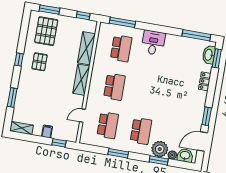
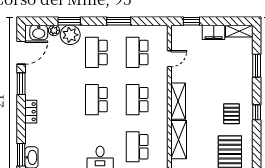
locker: (205, 81) -> (31, 112), moved
school desk: (148, 93) -> (96, 100), added
filing cabinet: (47, 131) -> (214, 32), width x2.00

